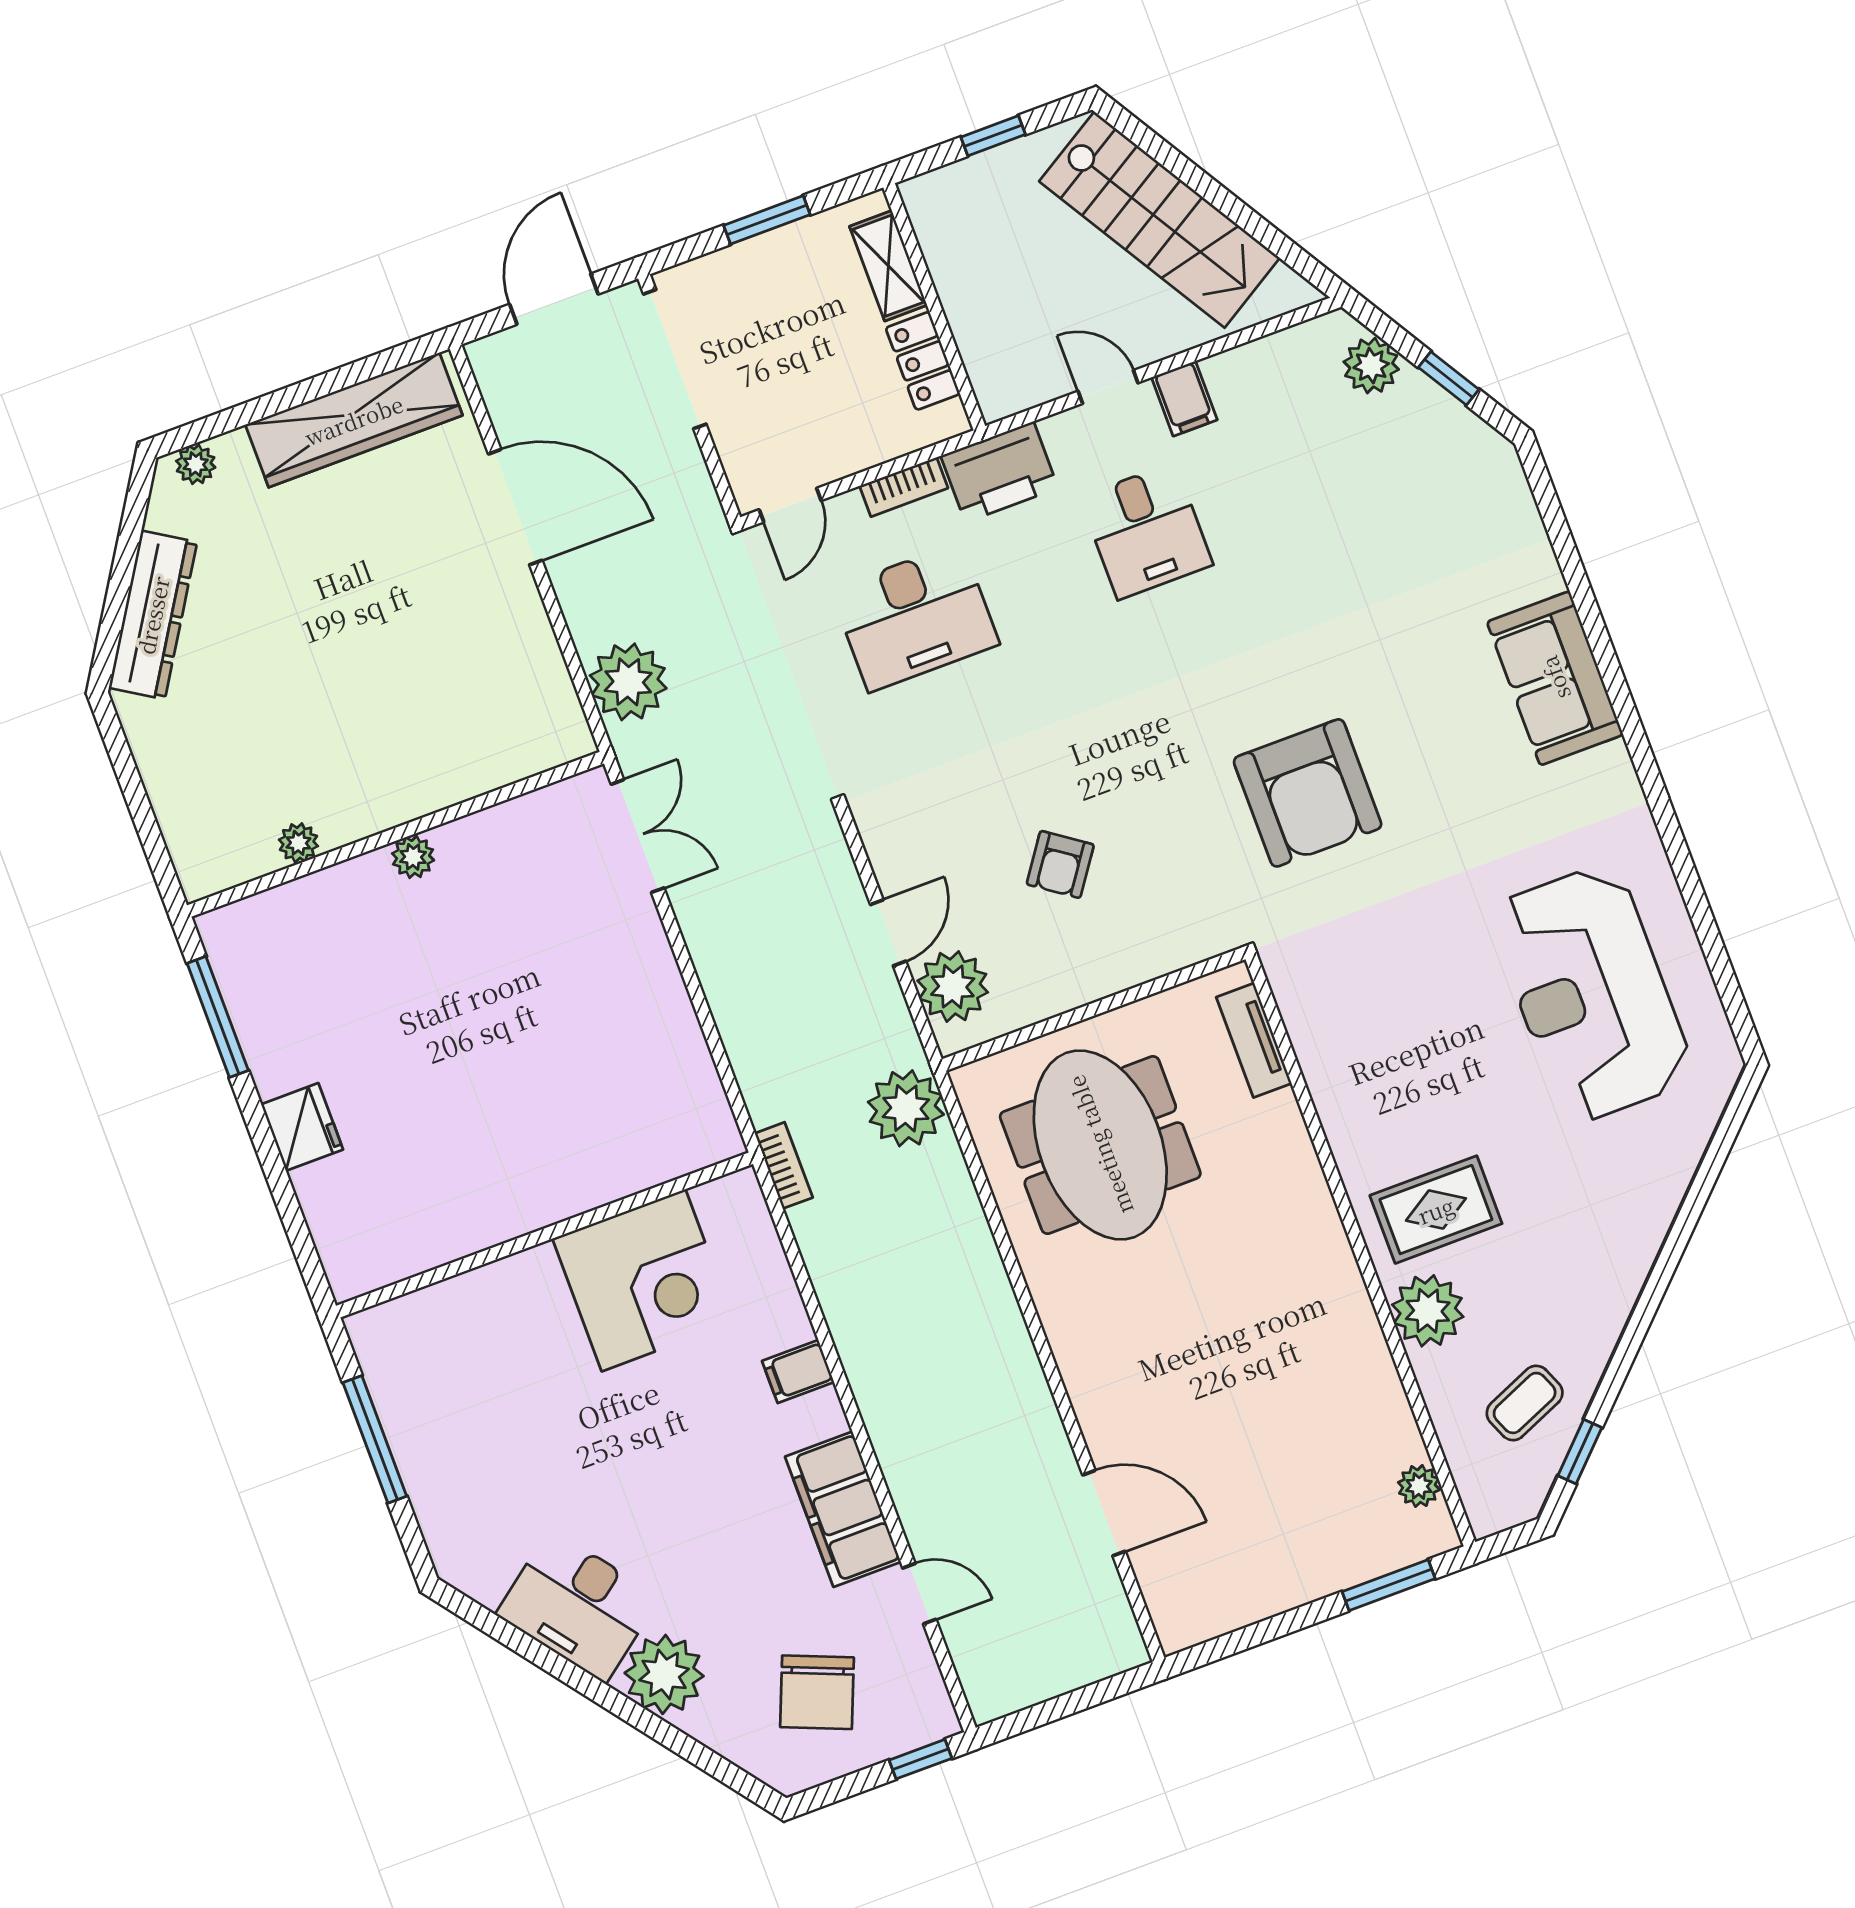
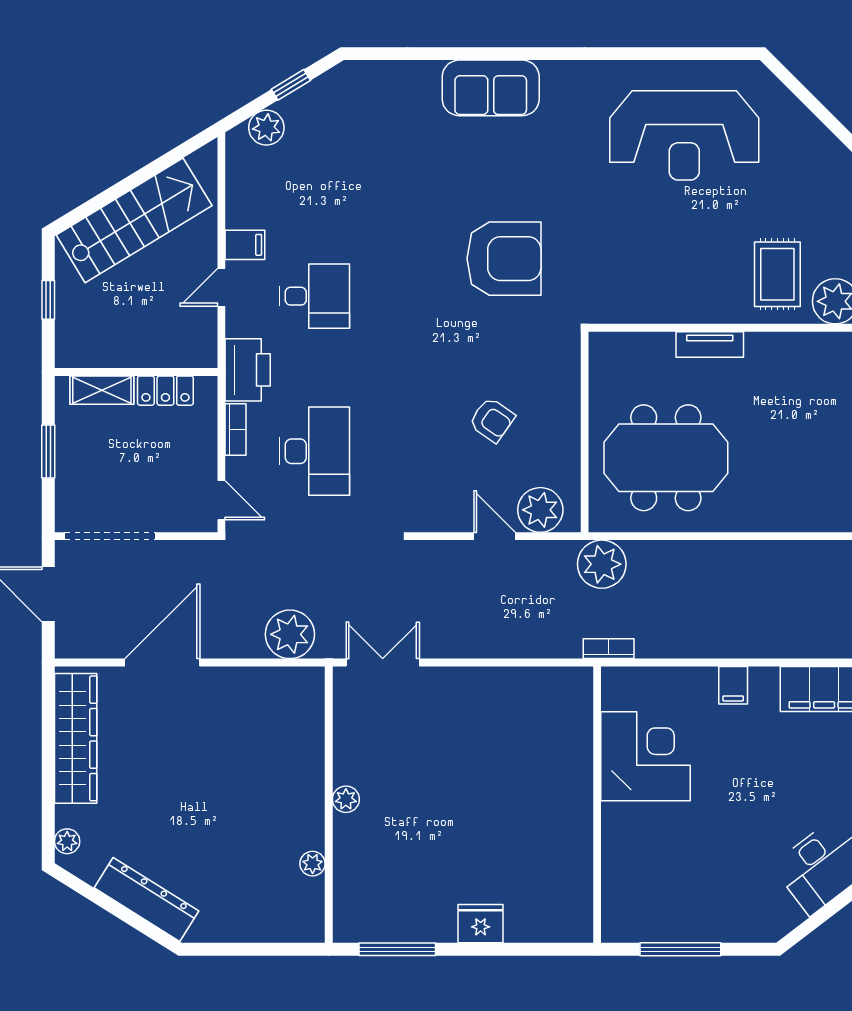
tv unit: (1254, 1040) -> (710, 344), moved

